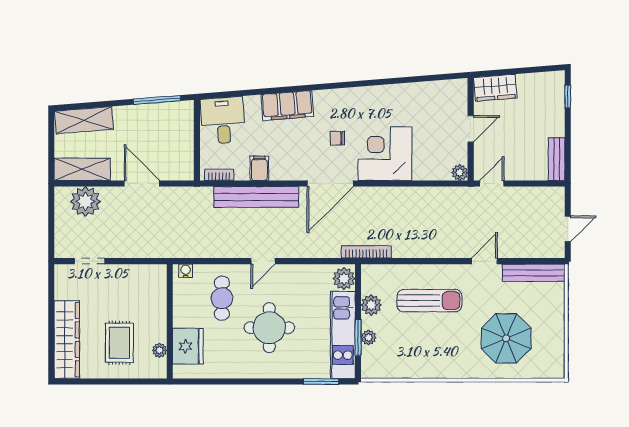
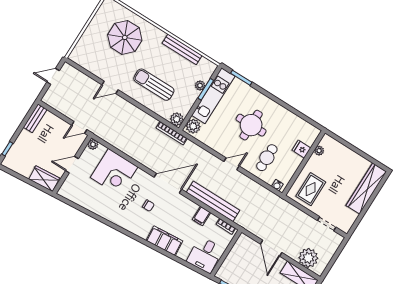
corner desk: (385, 154) -> (114, 172), moved
bench: (534, 273) -> (182, 49), moved
plant: (371, 305) -> (177, 119), moved
rug: (119, 343) -> (311, 189), moved
fridge: (188, 346) -> (301, 149), width x0.53, depth x0.75

